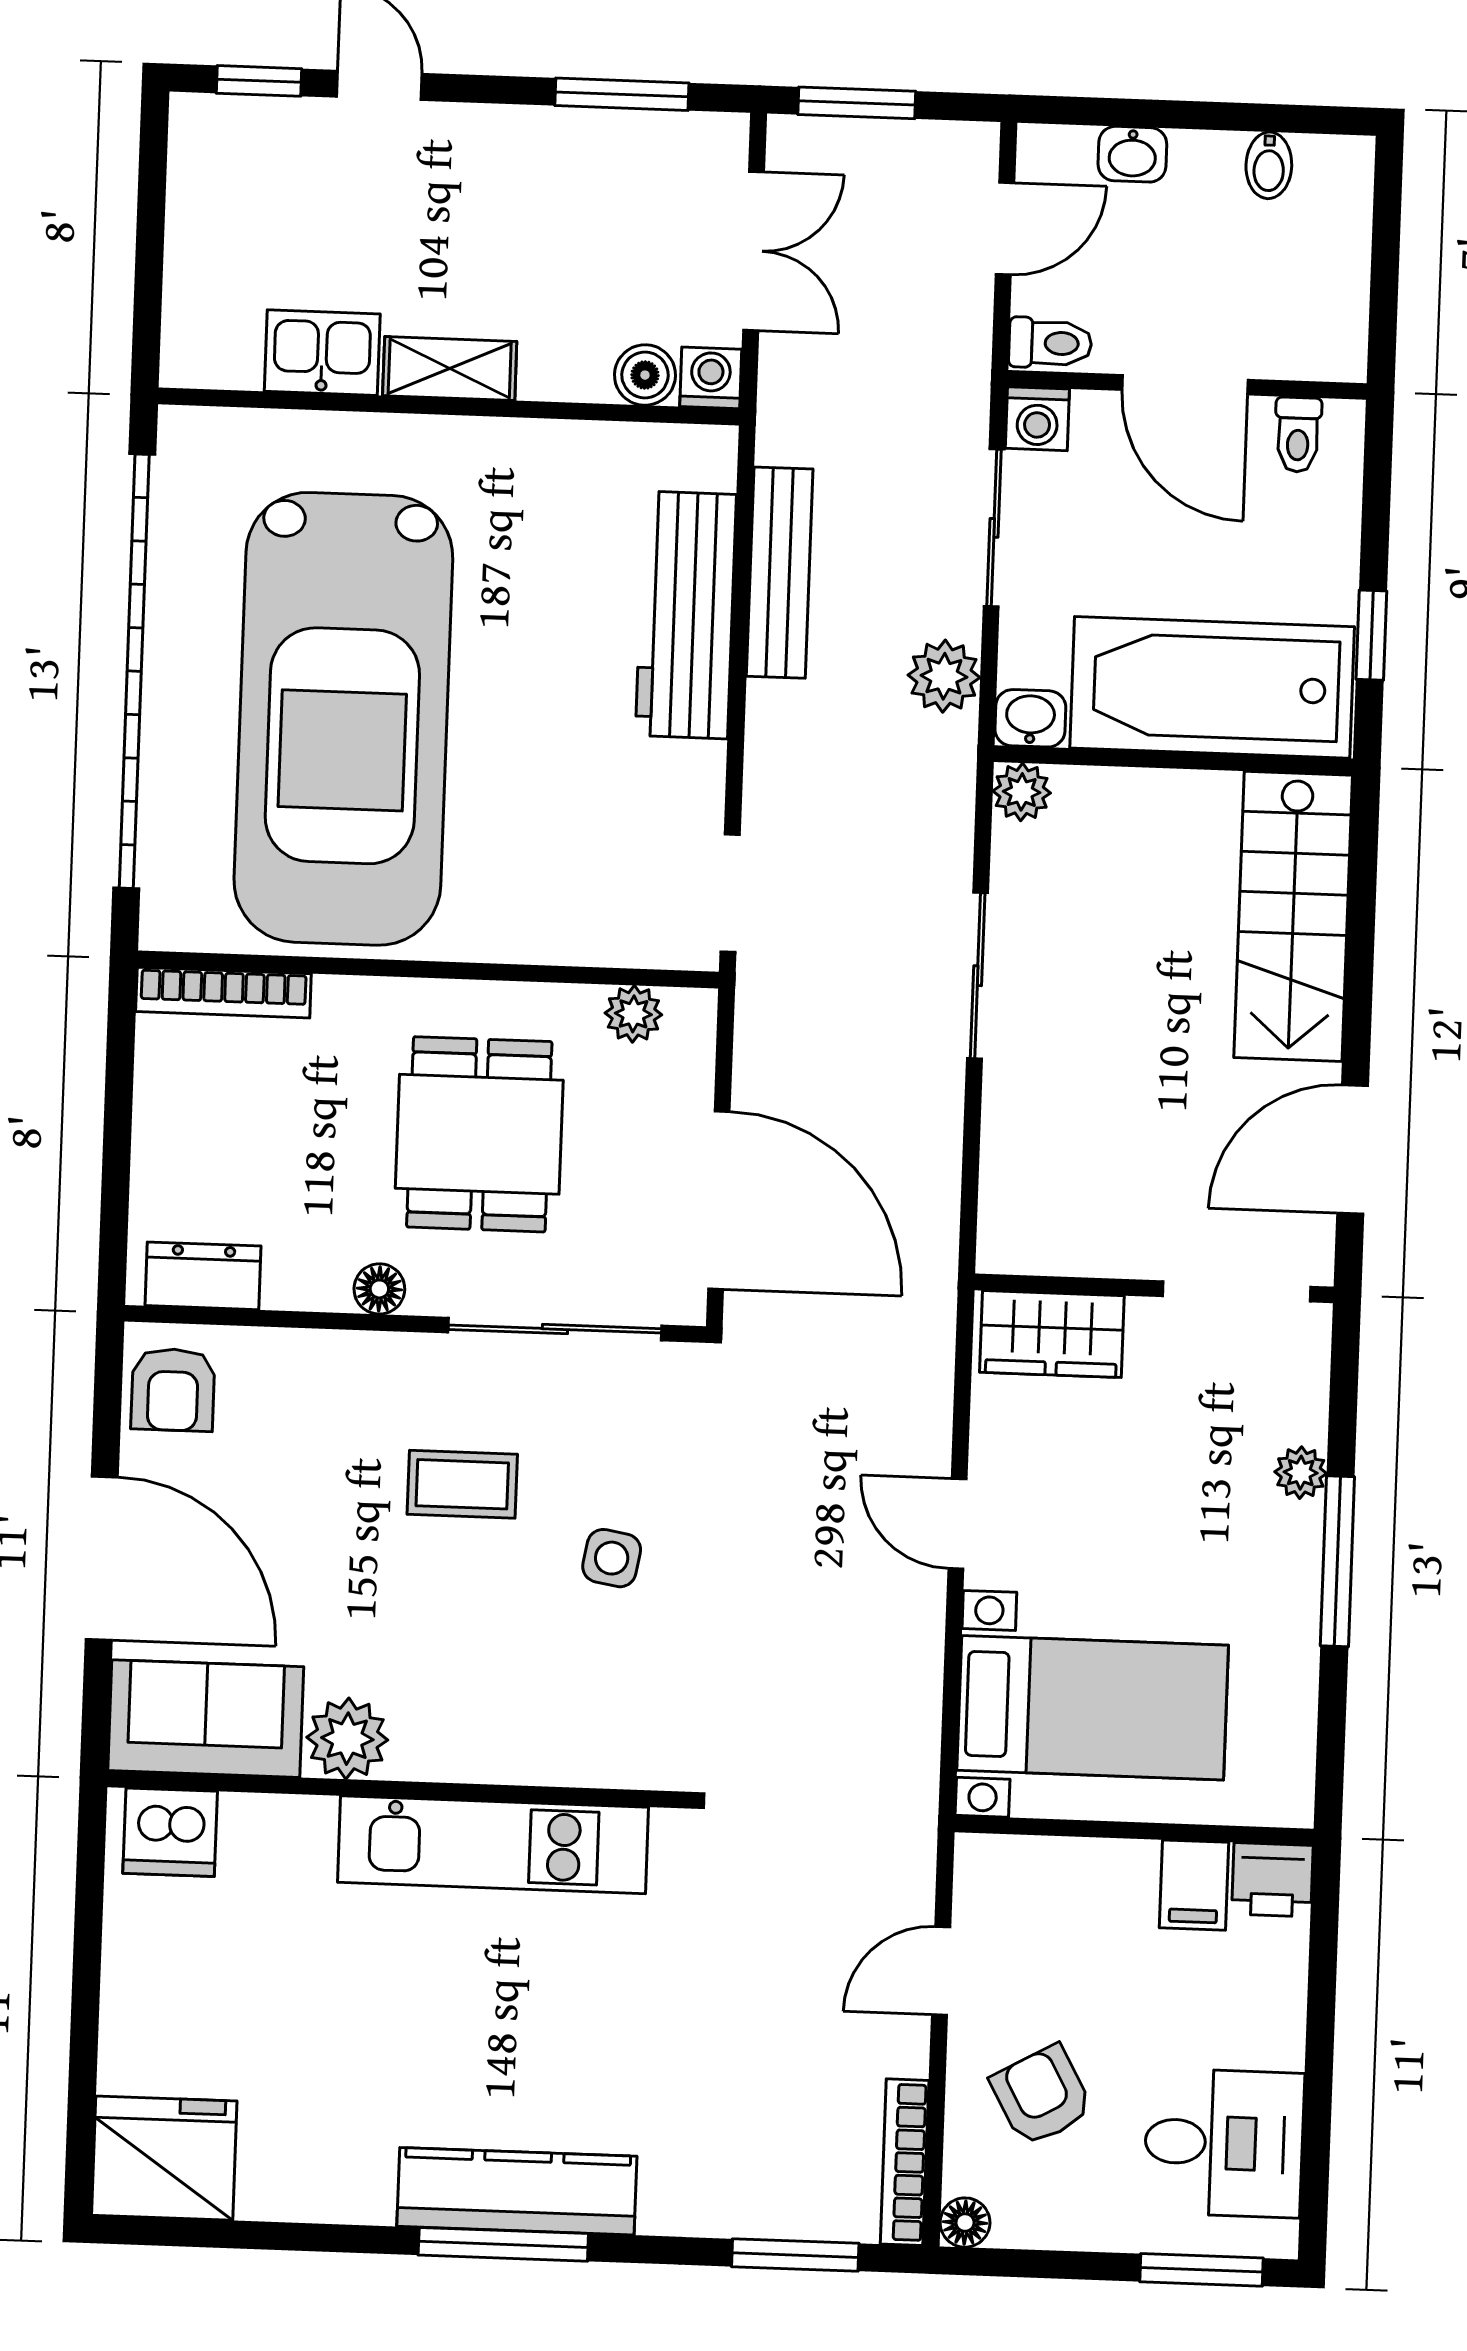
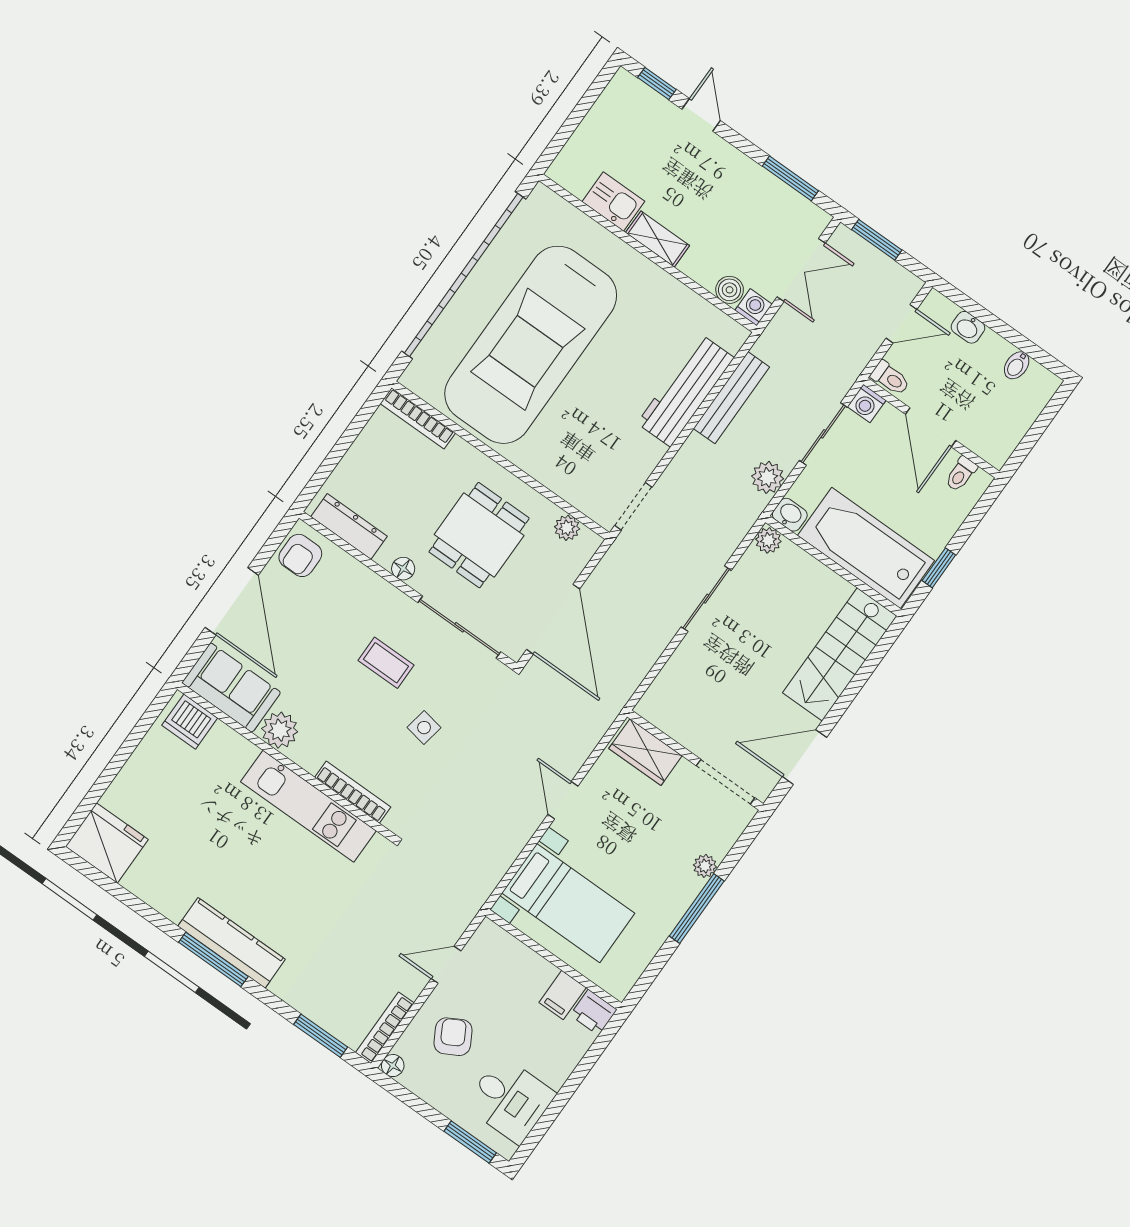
dresser: (203, 1276) -> (349, 526), width x1.44
bookcase: (558, 1765) -> (353, 792), added

